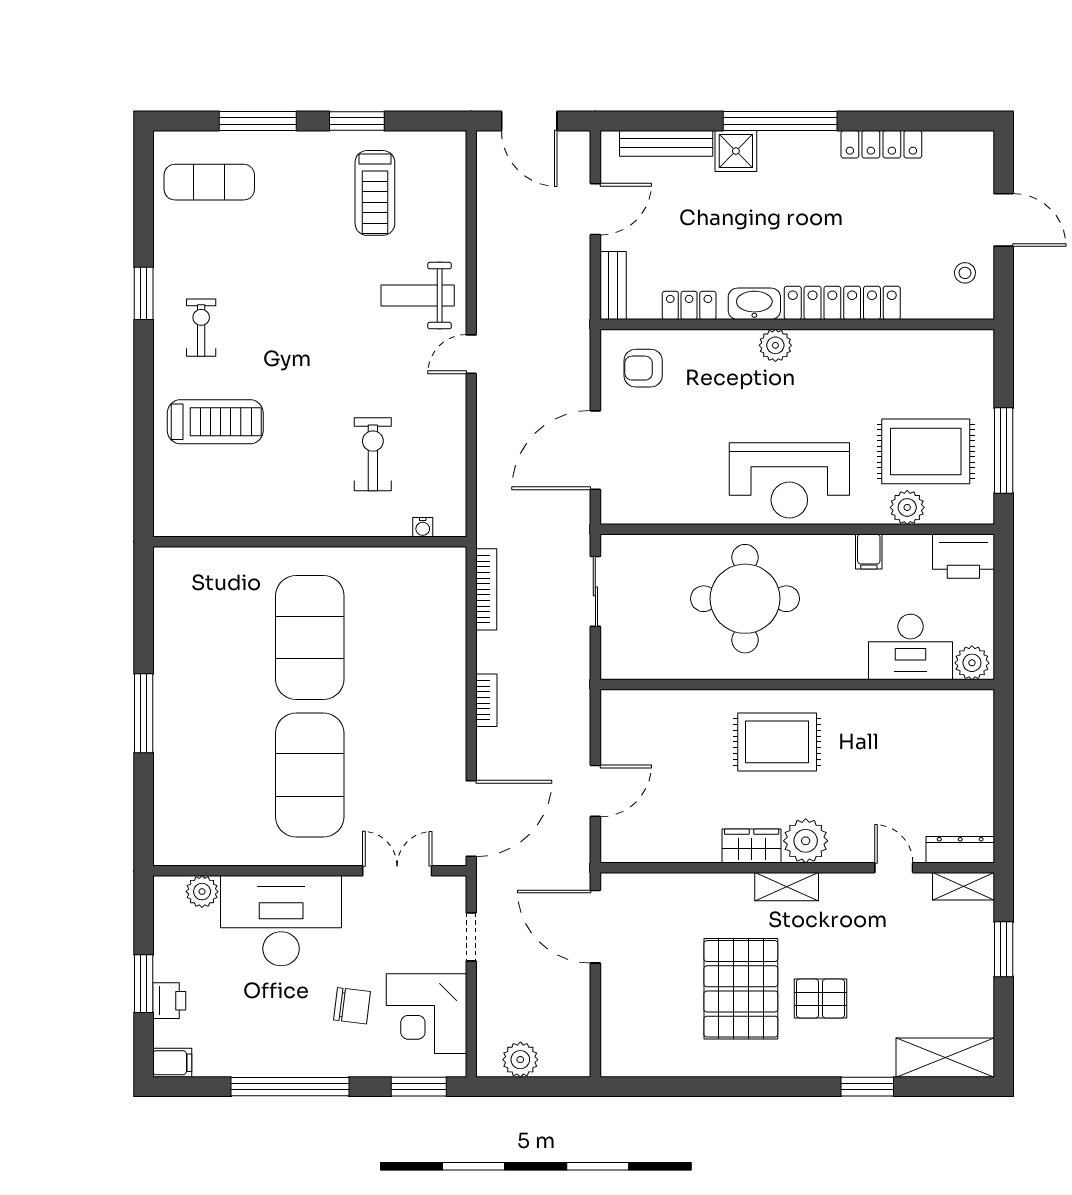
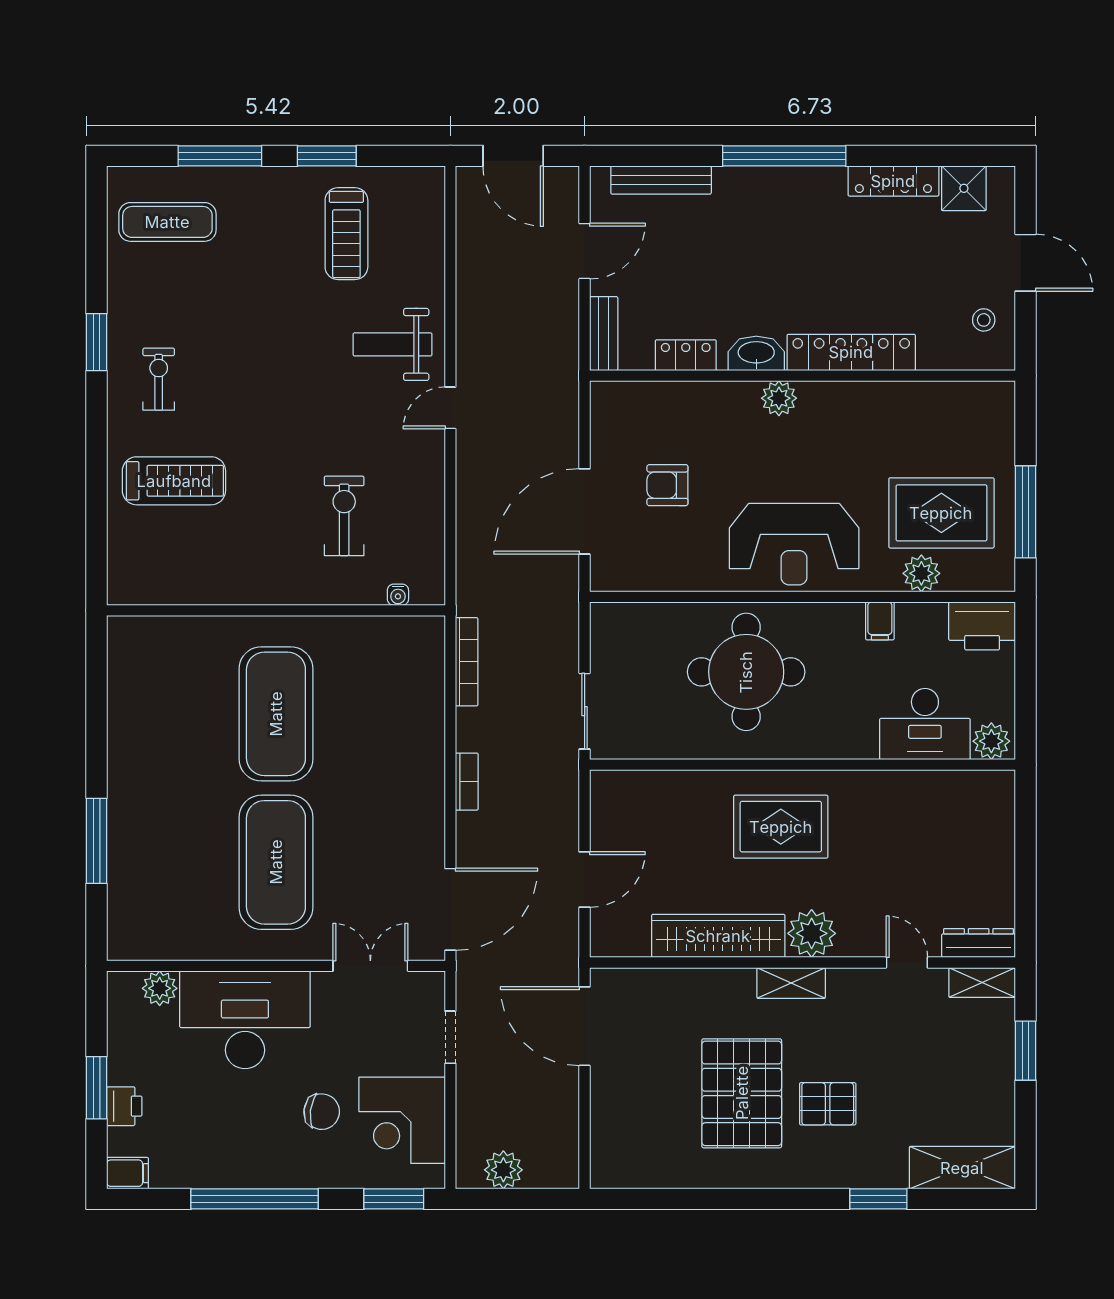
shower: (736, 151) -> (964, 188), moved
armchair: (643, 368) -> (667, 485), moved
sliding door: (595, 591) -> (585, 711), moved
window: (144, 713) -> (97, 841), moved
wardrobe: (752, 846) -> (718, 936), width x2.10, depth x1.17

